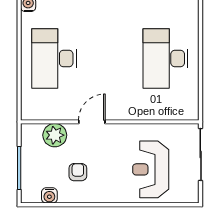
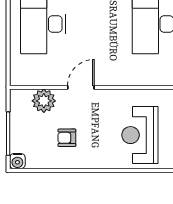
armchair: (78, 172) -> (67, 138), turned -90
water cooler: (49, 195) -> (17, 161), moved

